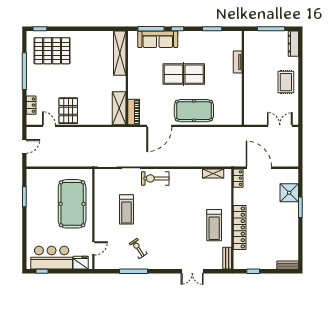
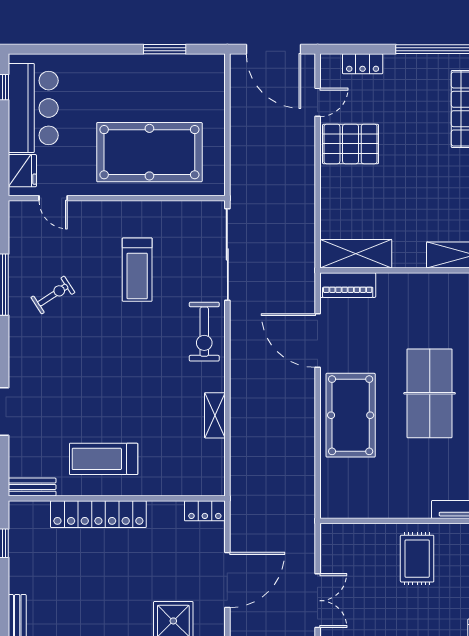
rug: (286, 82) -> (417, 559), moved, turned 90
door: (24, 146) -> (274, 49), width x1.88
door: (259, 168) -> (227, 580), moved
shelving: (213, 174) -> (215, 415), moved
exercise bike: (155, 178) -> (204, 332), turned 180
treadmill: (126, 209) -> (137, 270), turned -90

